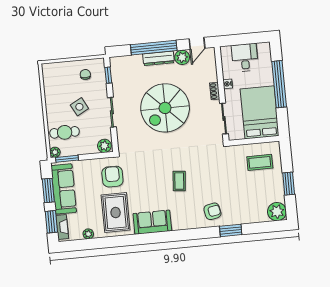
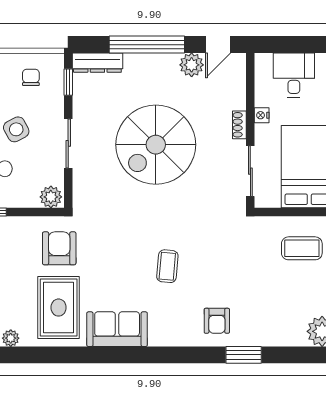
dresser: (158, 58) -> (97, 63), moved
armchair: (212, 211) -> (217, 321), turned 101

